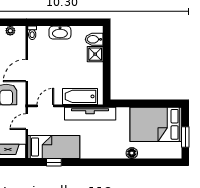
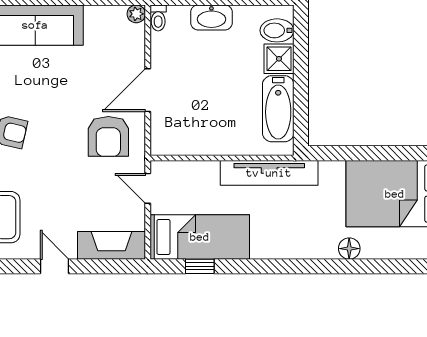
plant: (10, 31) -> (136, 14), moved
bathtub: (80, 96) -> (278, 109), moved, turned -90
door: (45, 106) -> (183, 158), removed
door: (27, 122) -> (148, 188), hinge flipped

